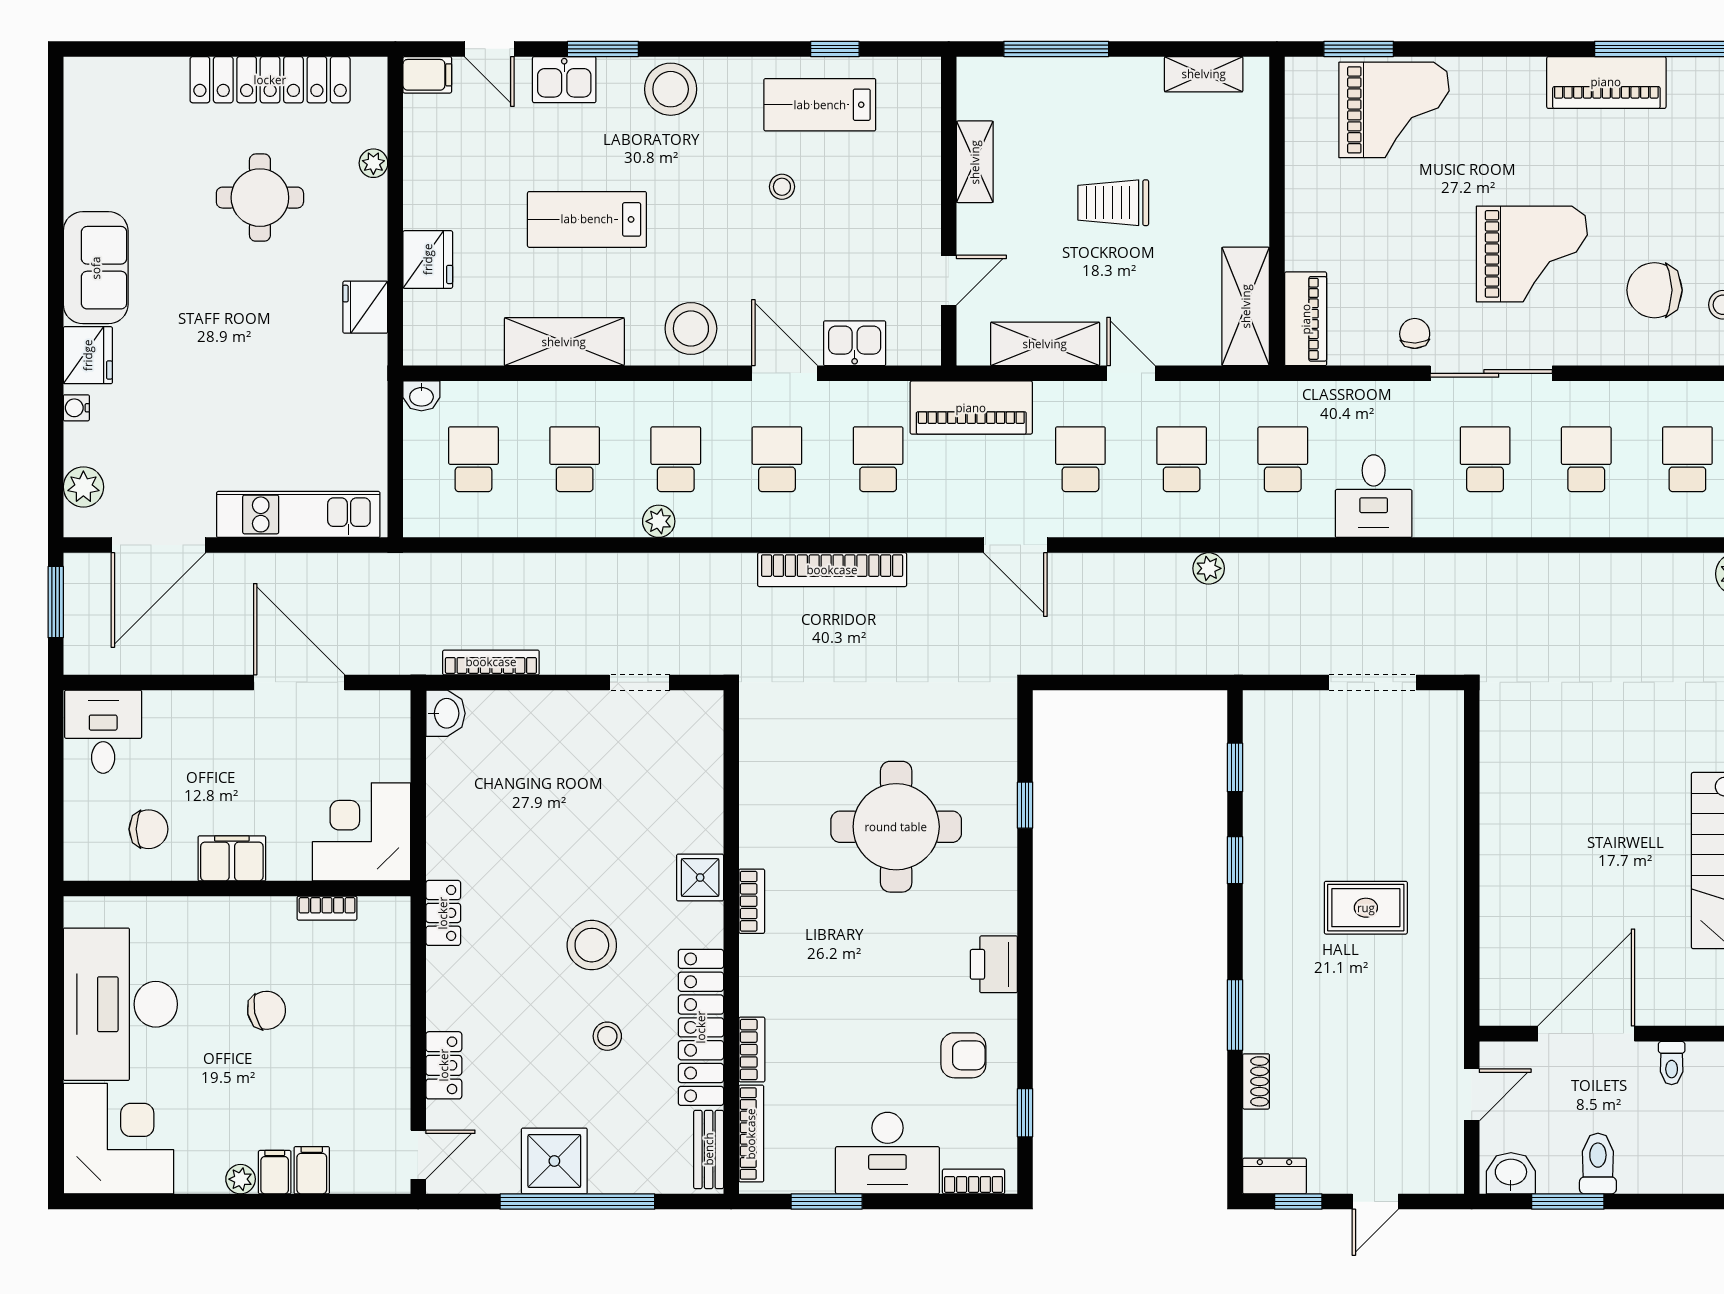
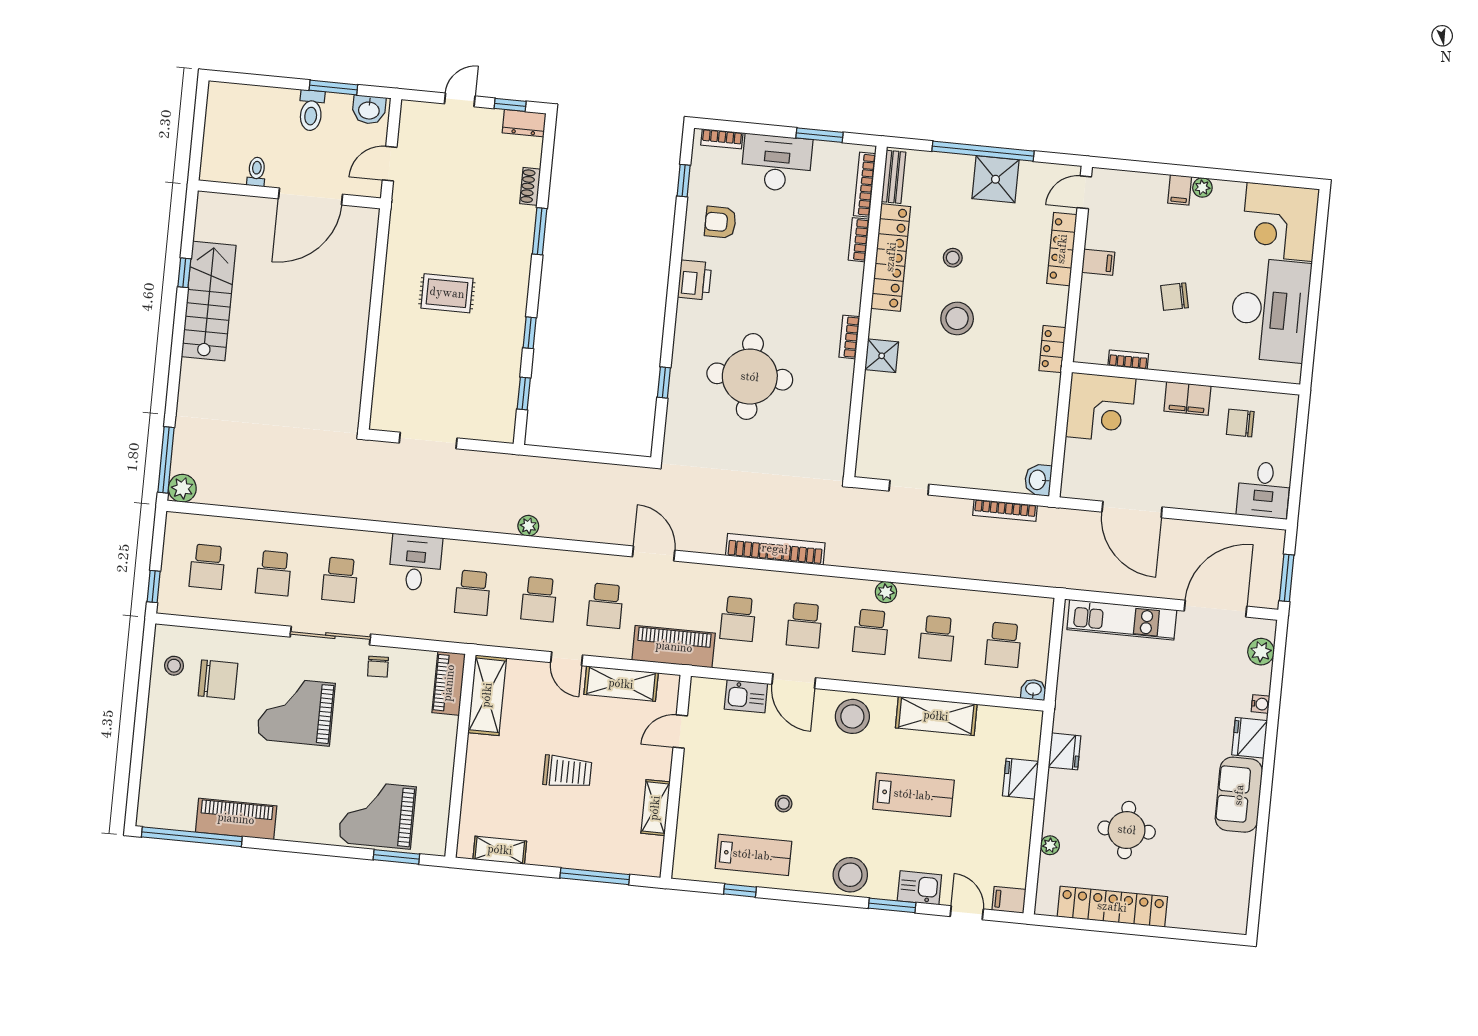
locker: (444, 1065) -> (1062, 249), width x1.53
filing cabinet: (312, 1170) -> (1098, 262), moved, turned -90

